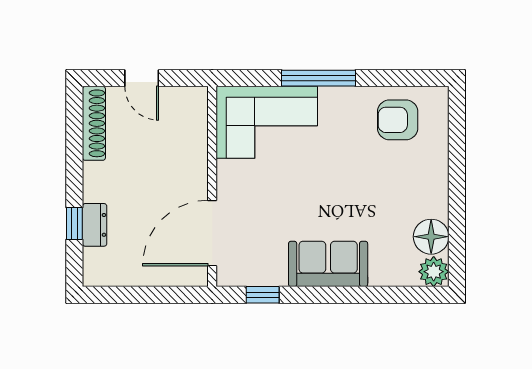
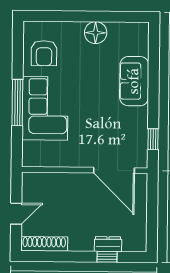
corner sofa: (267, 122) -> (45, 108), moved
floor lamp: (431, 237) -> (96, 33), moved
sofa: (328, 264) -> (134, 81), moved
plant: (434, 272) -> (140, 32), removed

